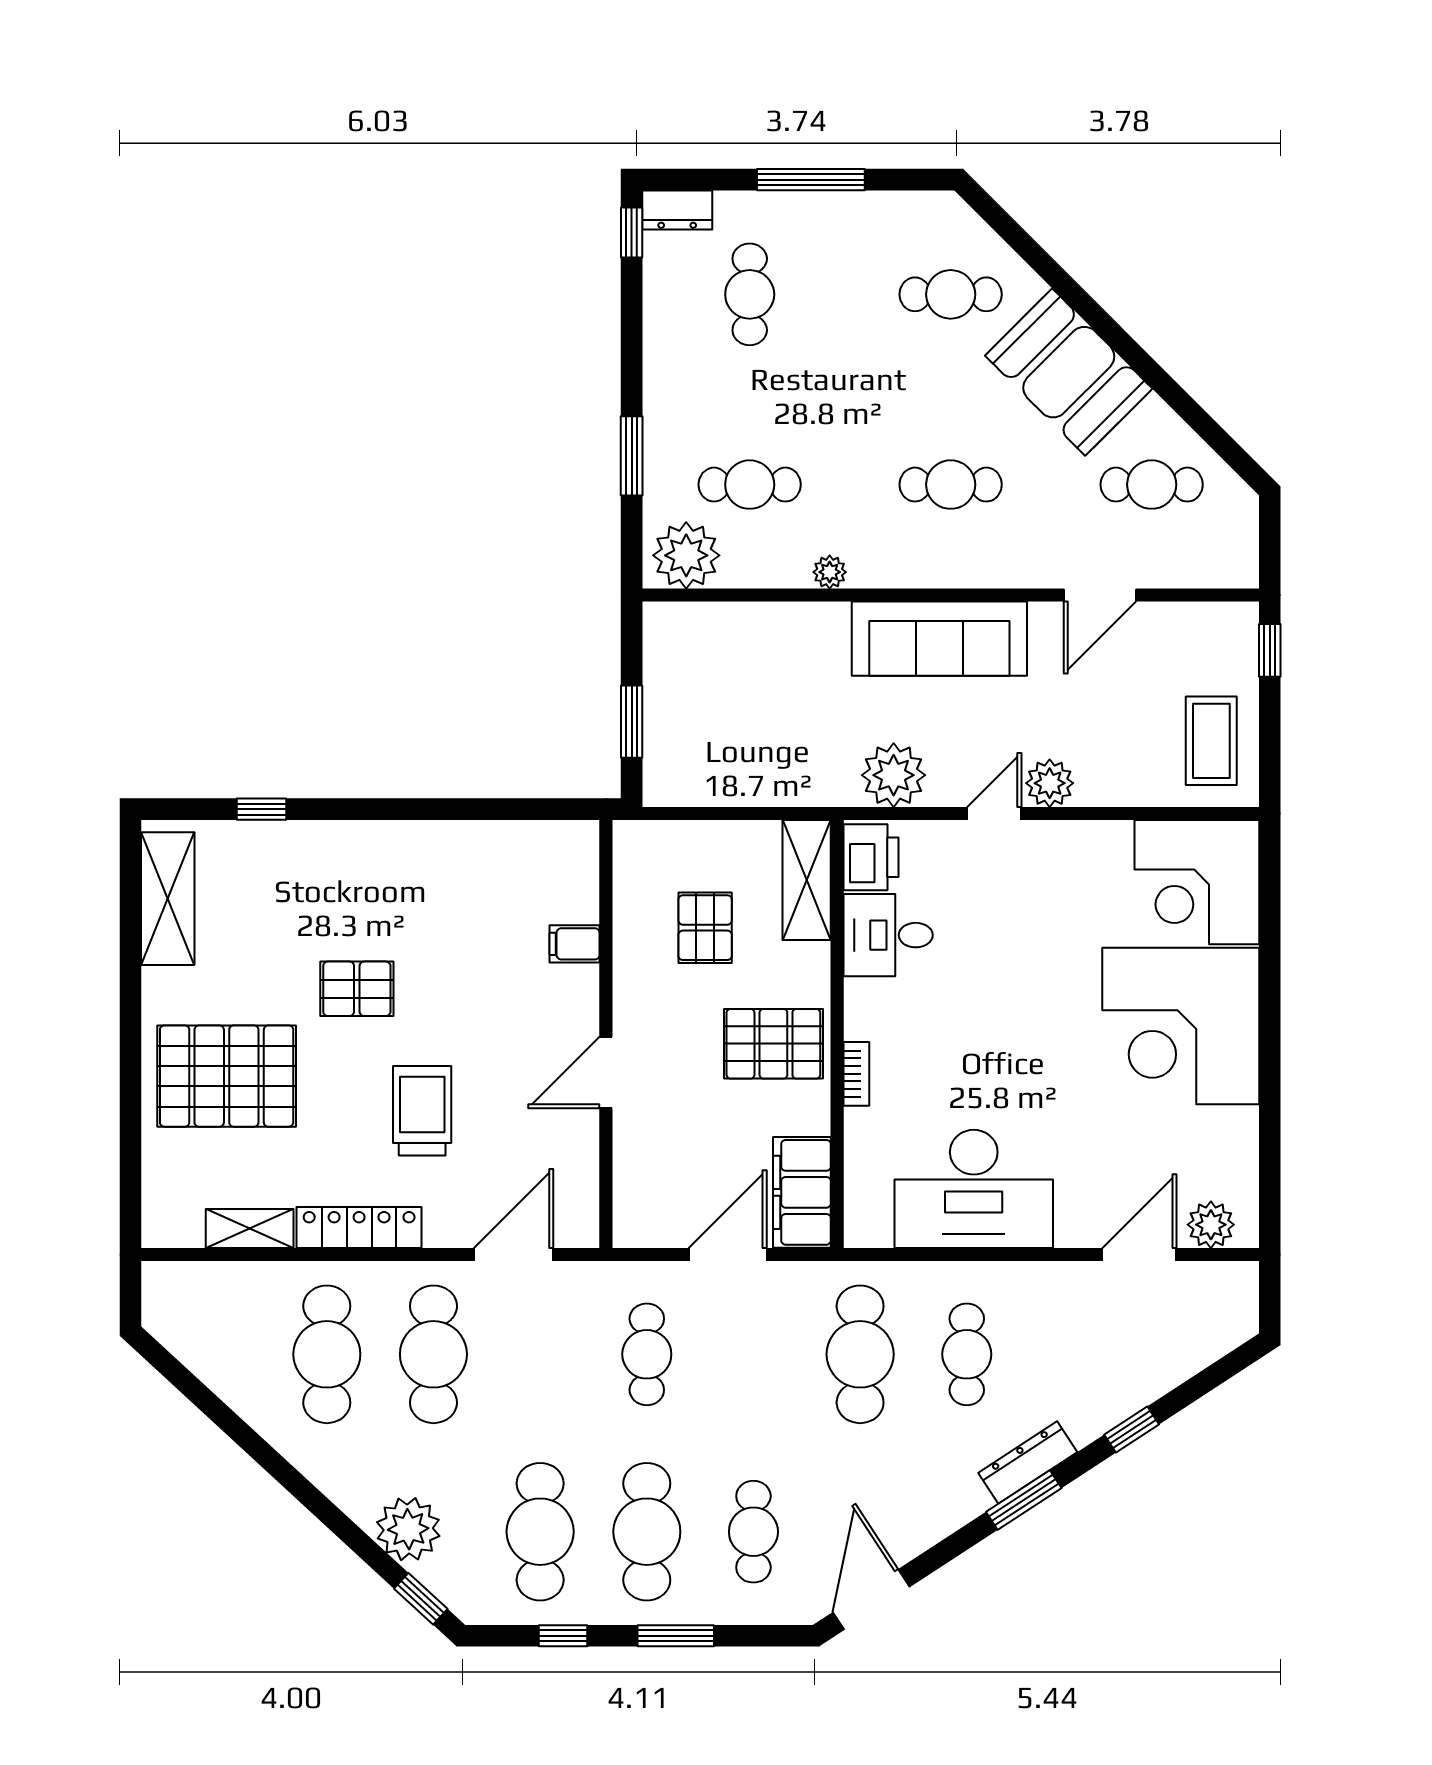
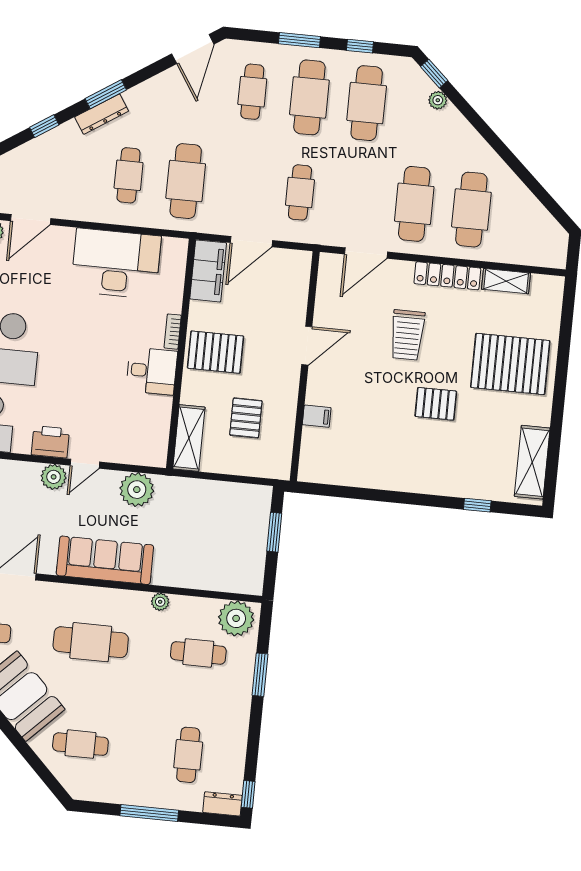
cafe table: (951, 485) -> (91, 642), width x1.37, depth x1.35
printer: (871, 857) -> (50, 442), moved, turned 90
desk: (888, 935) -> (152, 371), moved
plant: (408, 1529) -> (438, 100), width x0.53, depth x0.53

